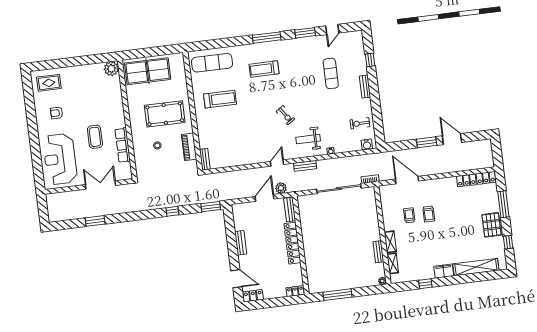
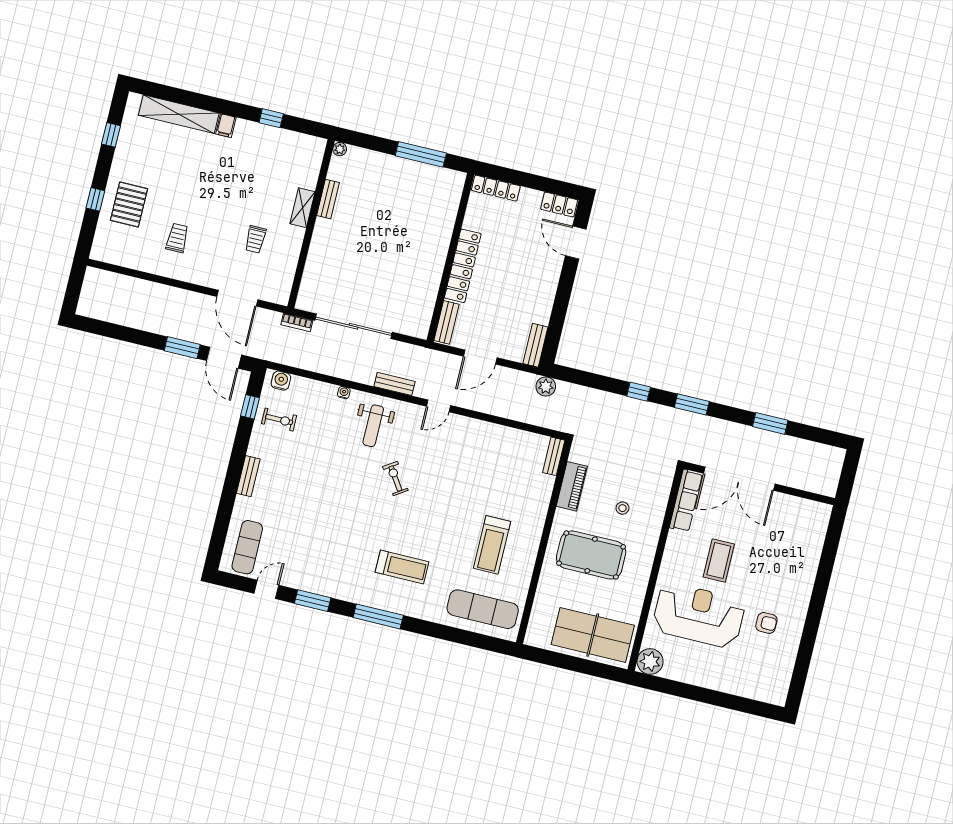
window: (370, 60) -> (250, 407), moved
exercise mat: (331, 73) -> (247, 547), moved
rug: (49, 83) -> (761, 677), removed
treadmill: (220, 99) -> (492, 545), turned -90
weight bench: (308, 139) -> (373, 426), turned 90
door: (452, 139) -> (224, 358), moved
row of seats: (123, 145) -> (686, 501), moved
reception desk: (60, 159) -> (699, 615), moved, turned -90
locker: (476, 179) -> (124, 257), removed
double door: (101, 185) -> (739, 479), width x1.36
plant: (281, 188) -> (546, 386), moved
window: (503, 204) -> (95, 199), width x0.46
window: (211, 207) -> (692, 404), moved
trolley: (429, 214) -> (177, 238), moved
pallet: (492, 225) -> (129, 205), moved
bench: (241, 243) -> (535, 345), moved
shelving: (393, 263) -> (312, 171), removed
filing cabinet: (444, 271) -> (226, 126), width x0.50
locker: (295, 291) -> (496, 188), width x1.53

